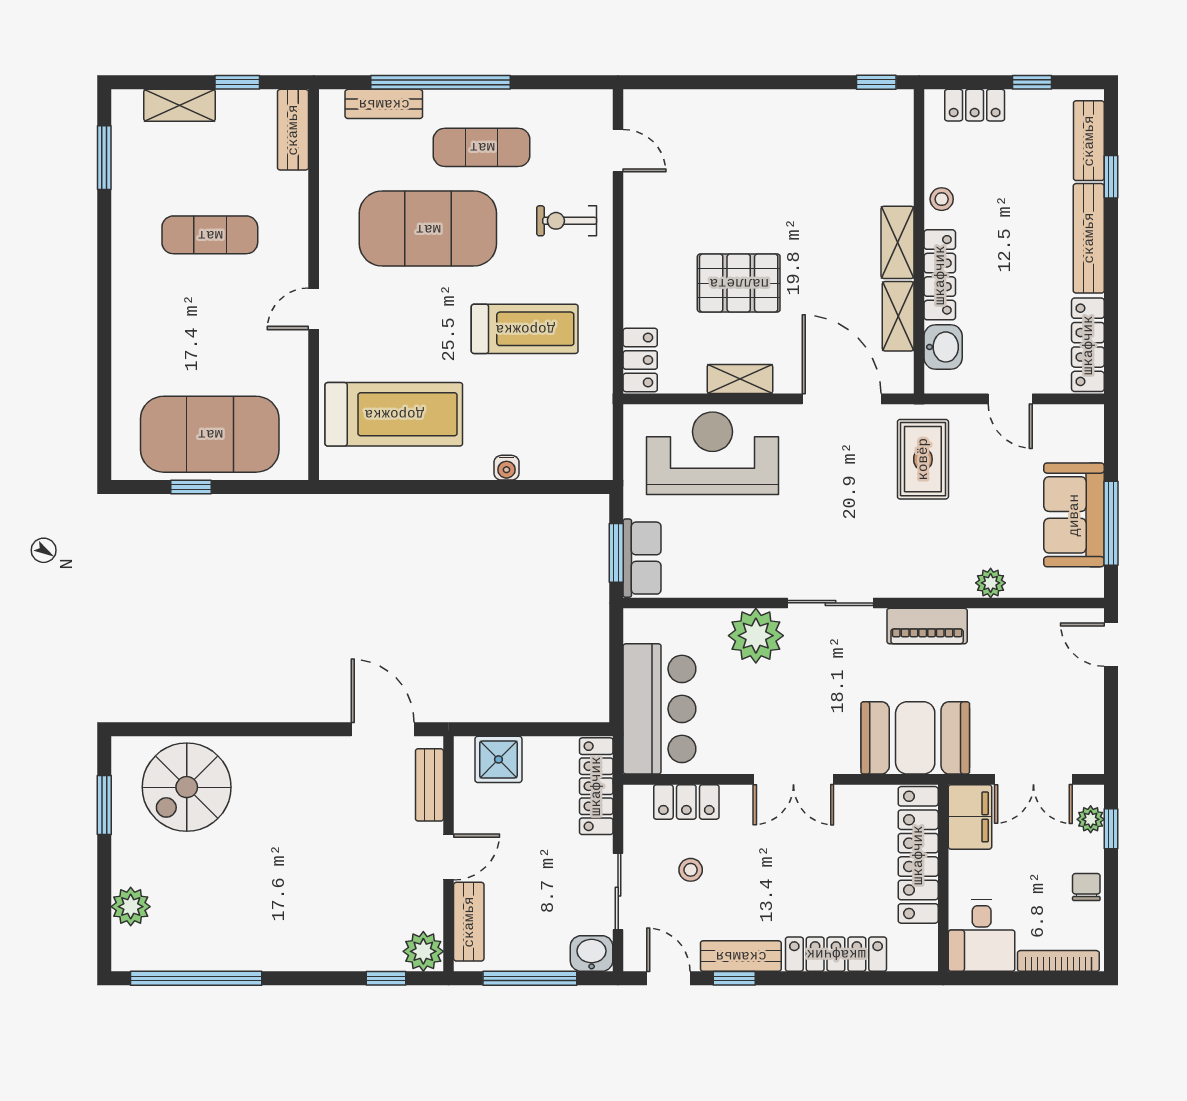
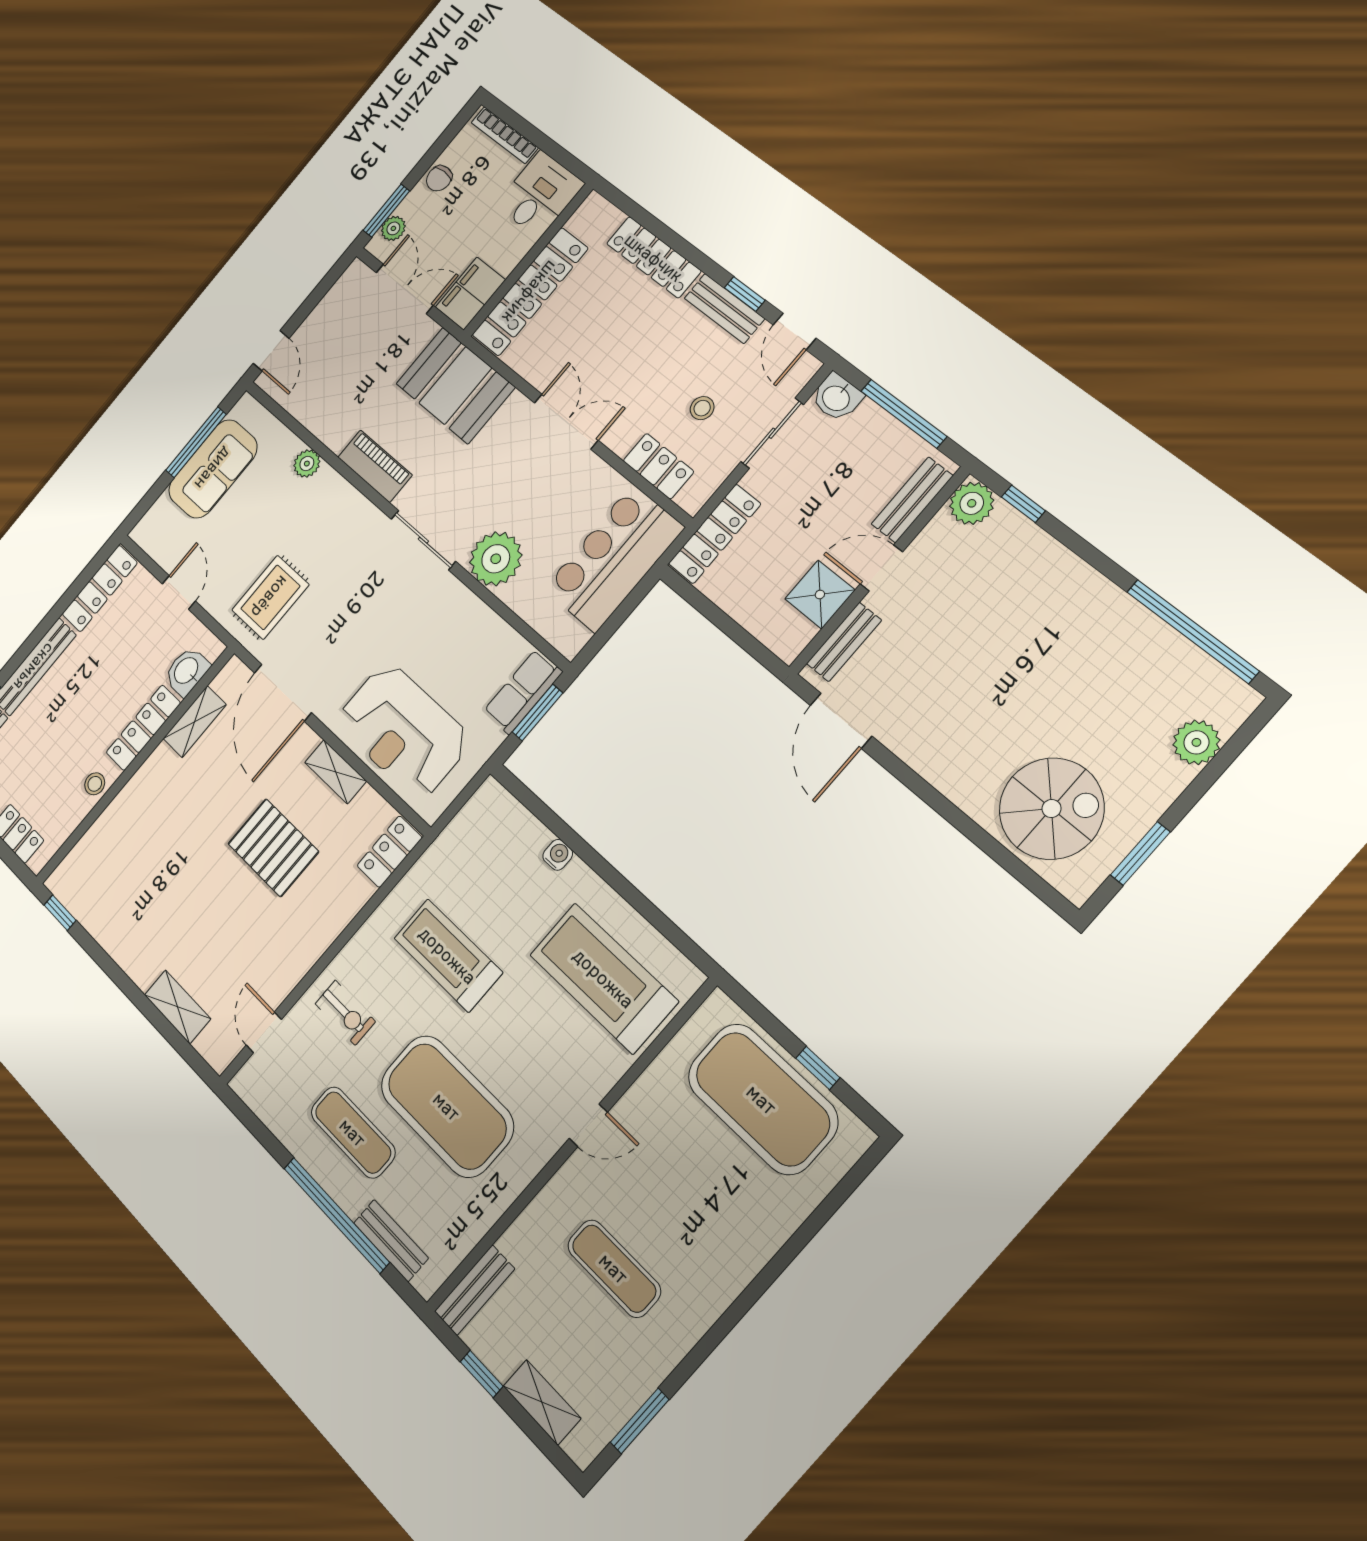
shelving: (898, 242) -> (178, 1007), moved, turned 90
shower: (498, 759) -> (820, 594), moved
window: (1111, 829) -> (386, 211), width x1.50

